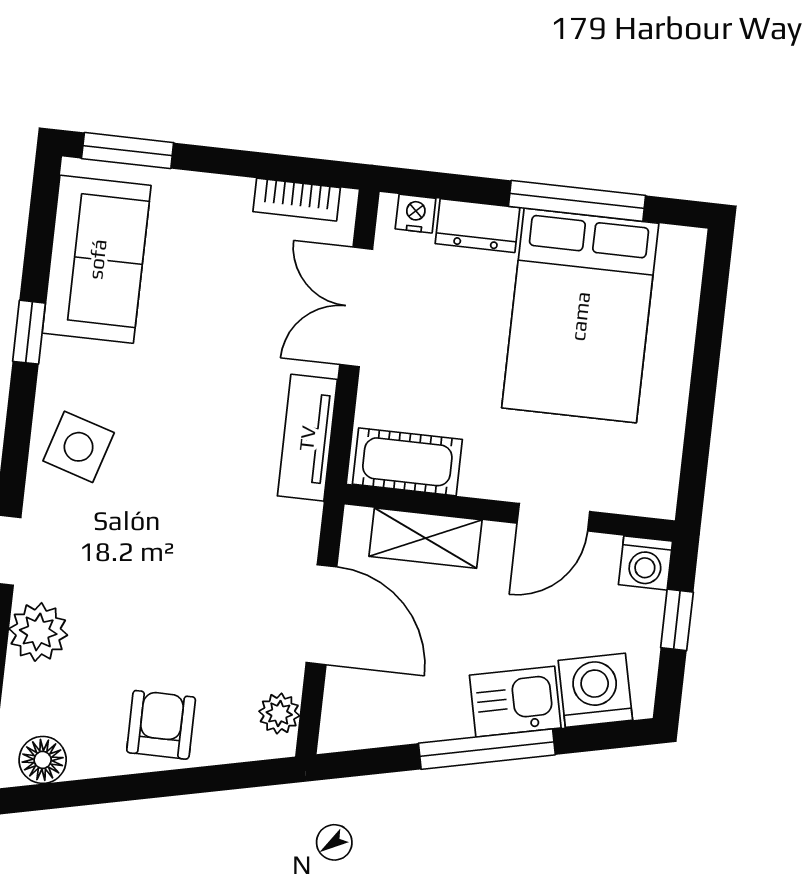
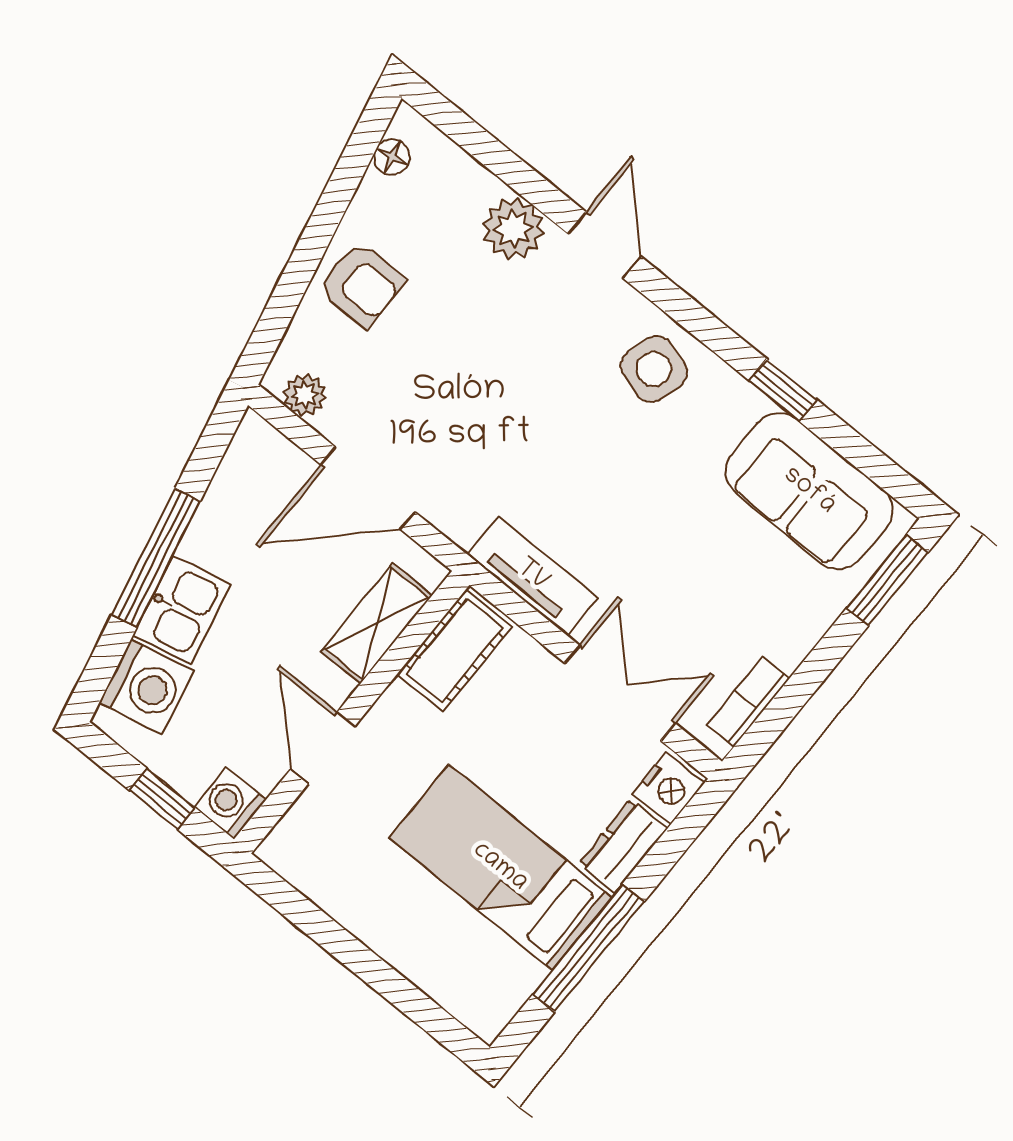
nightstand: (416, 214) -> (668, 788), width x1.39, depth x1.35
bed: (580, 316) -> (500, 867), width x0.67
floor lamp: (43, 760) -> (392, 157), width x0.73, depth x0.73

